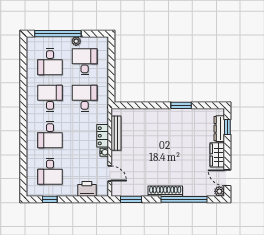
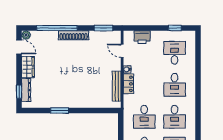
desk: (50, 135) -> (175, 85), turned 180

